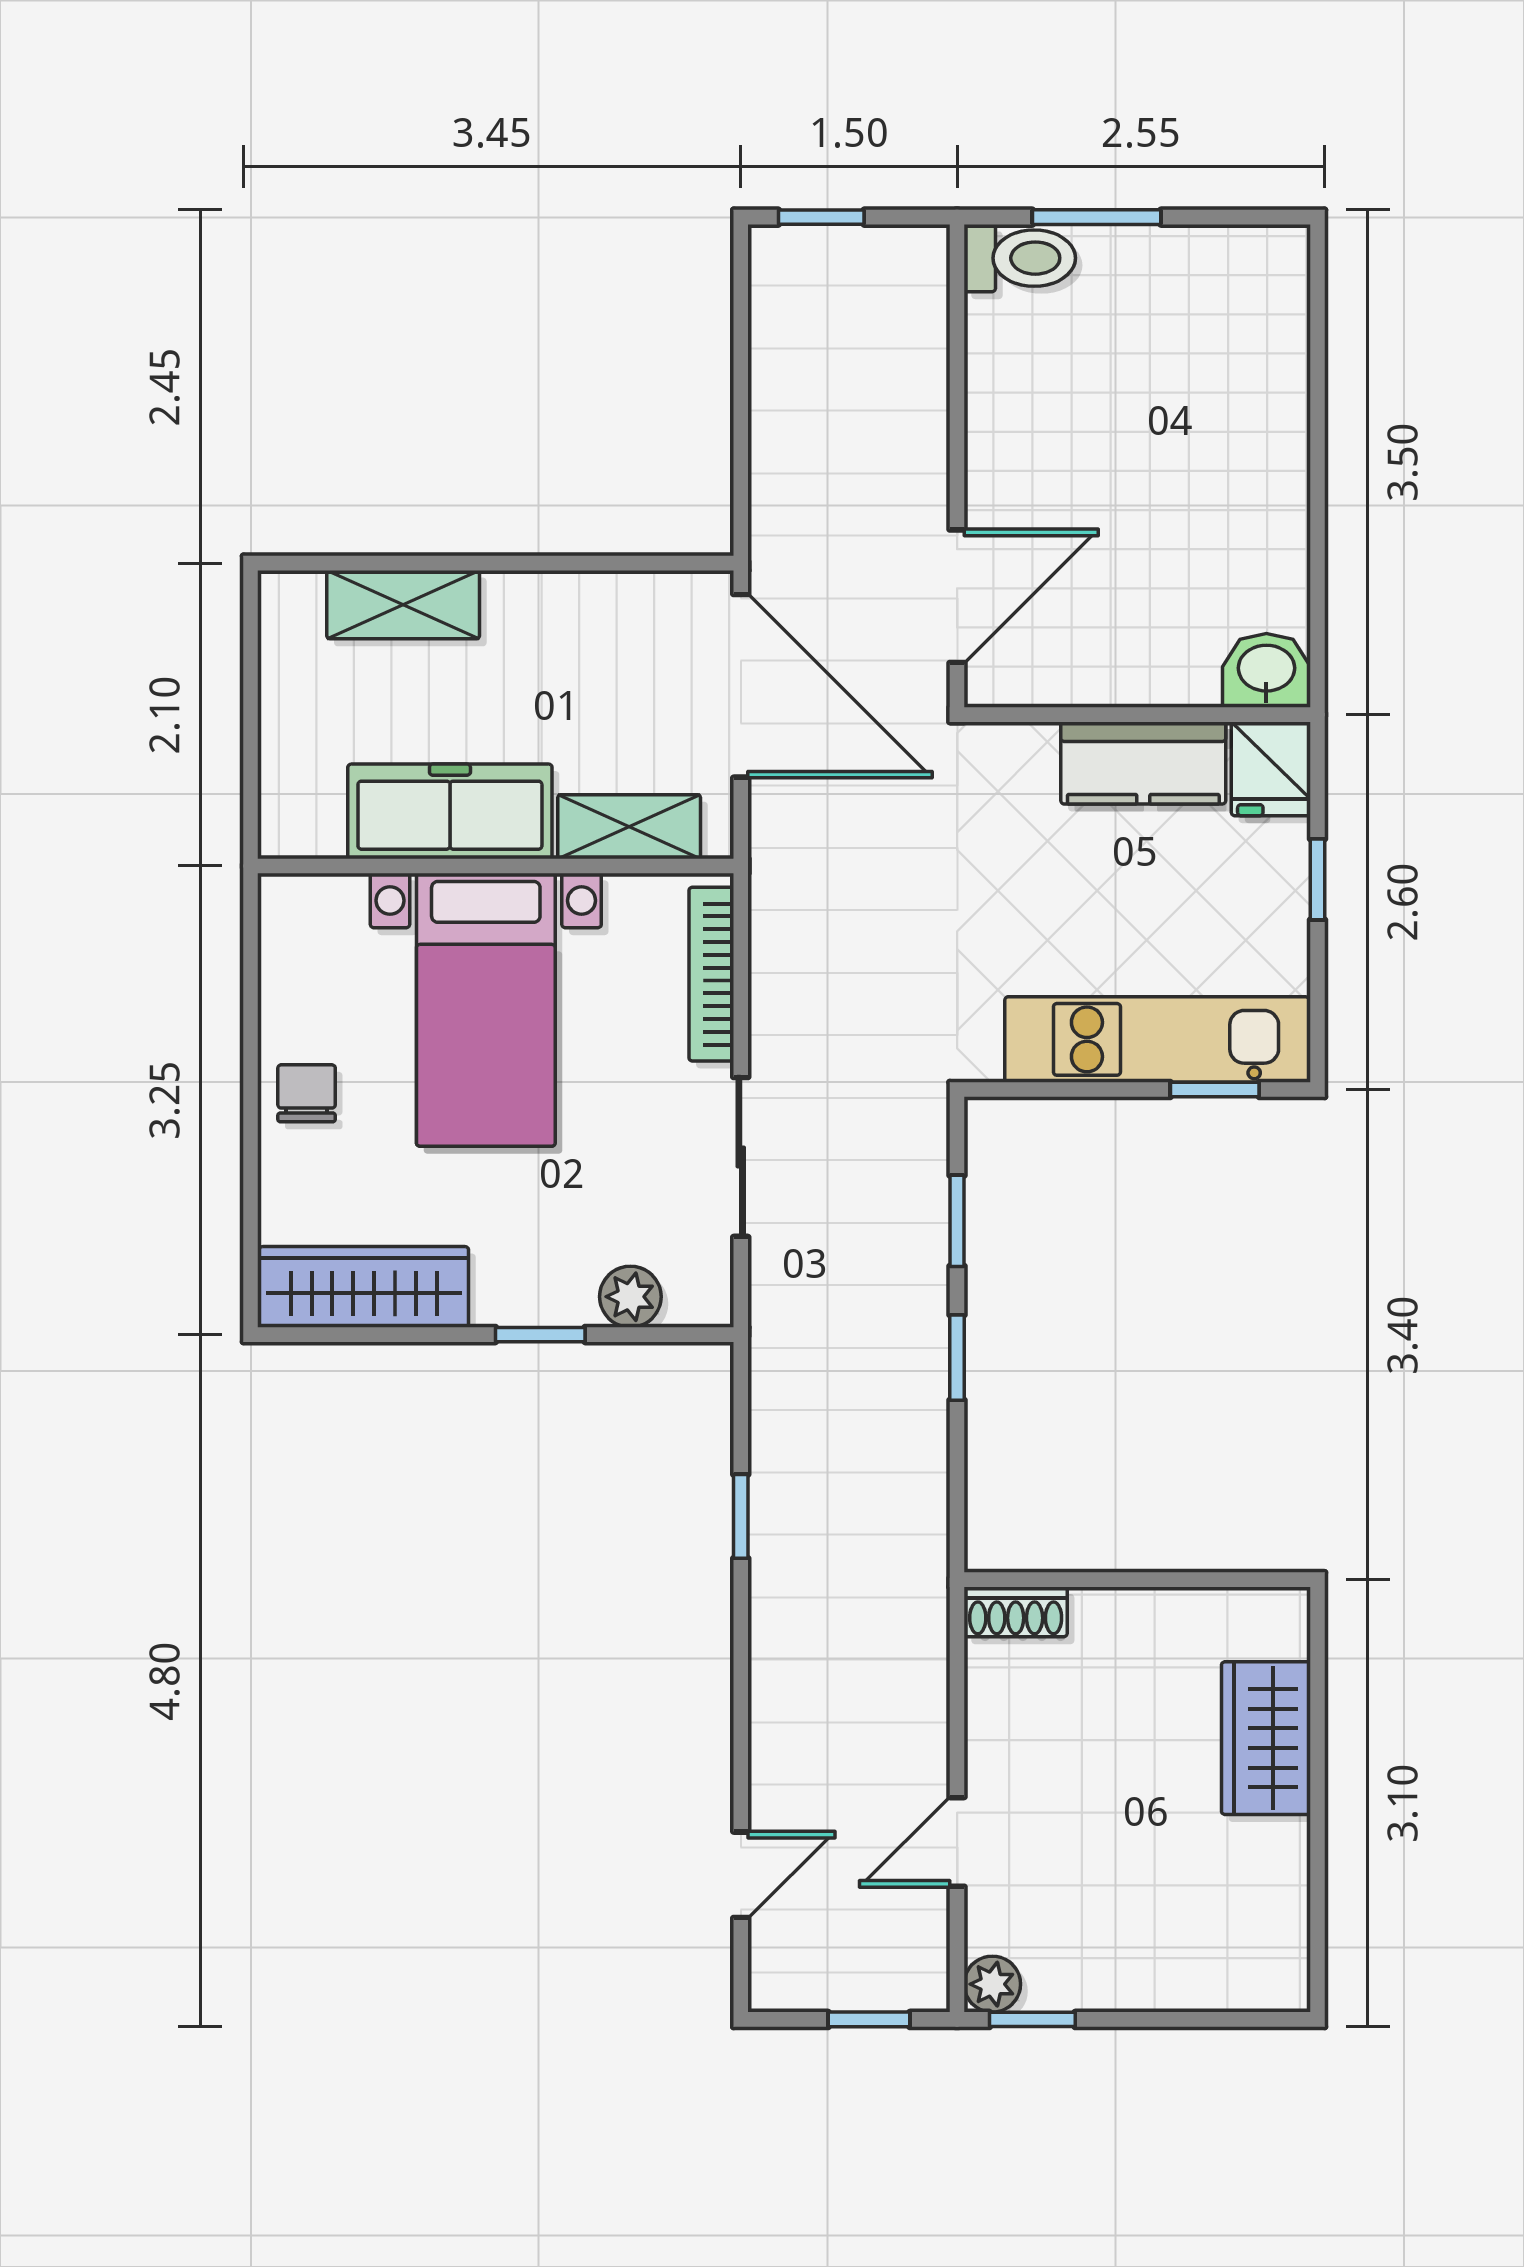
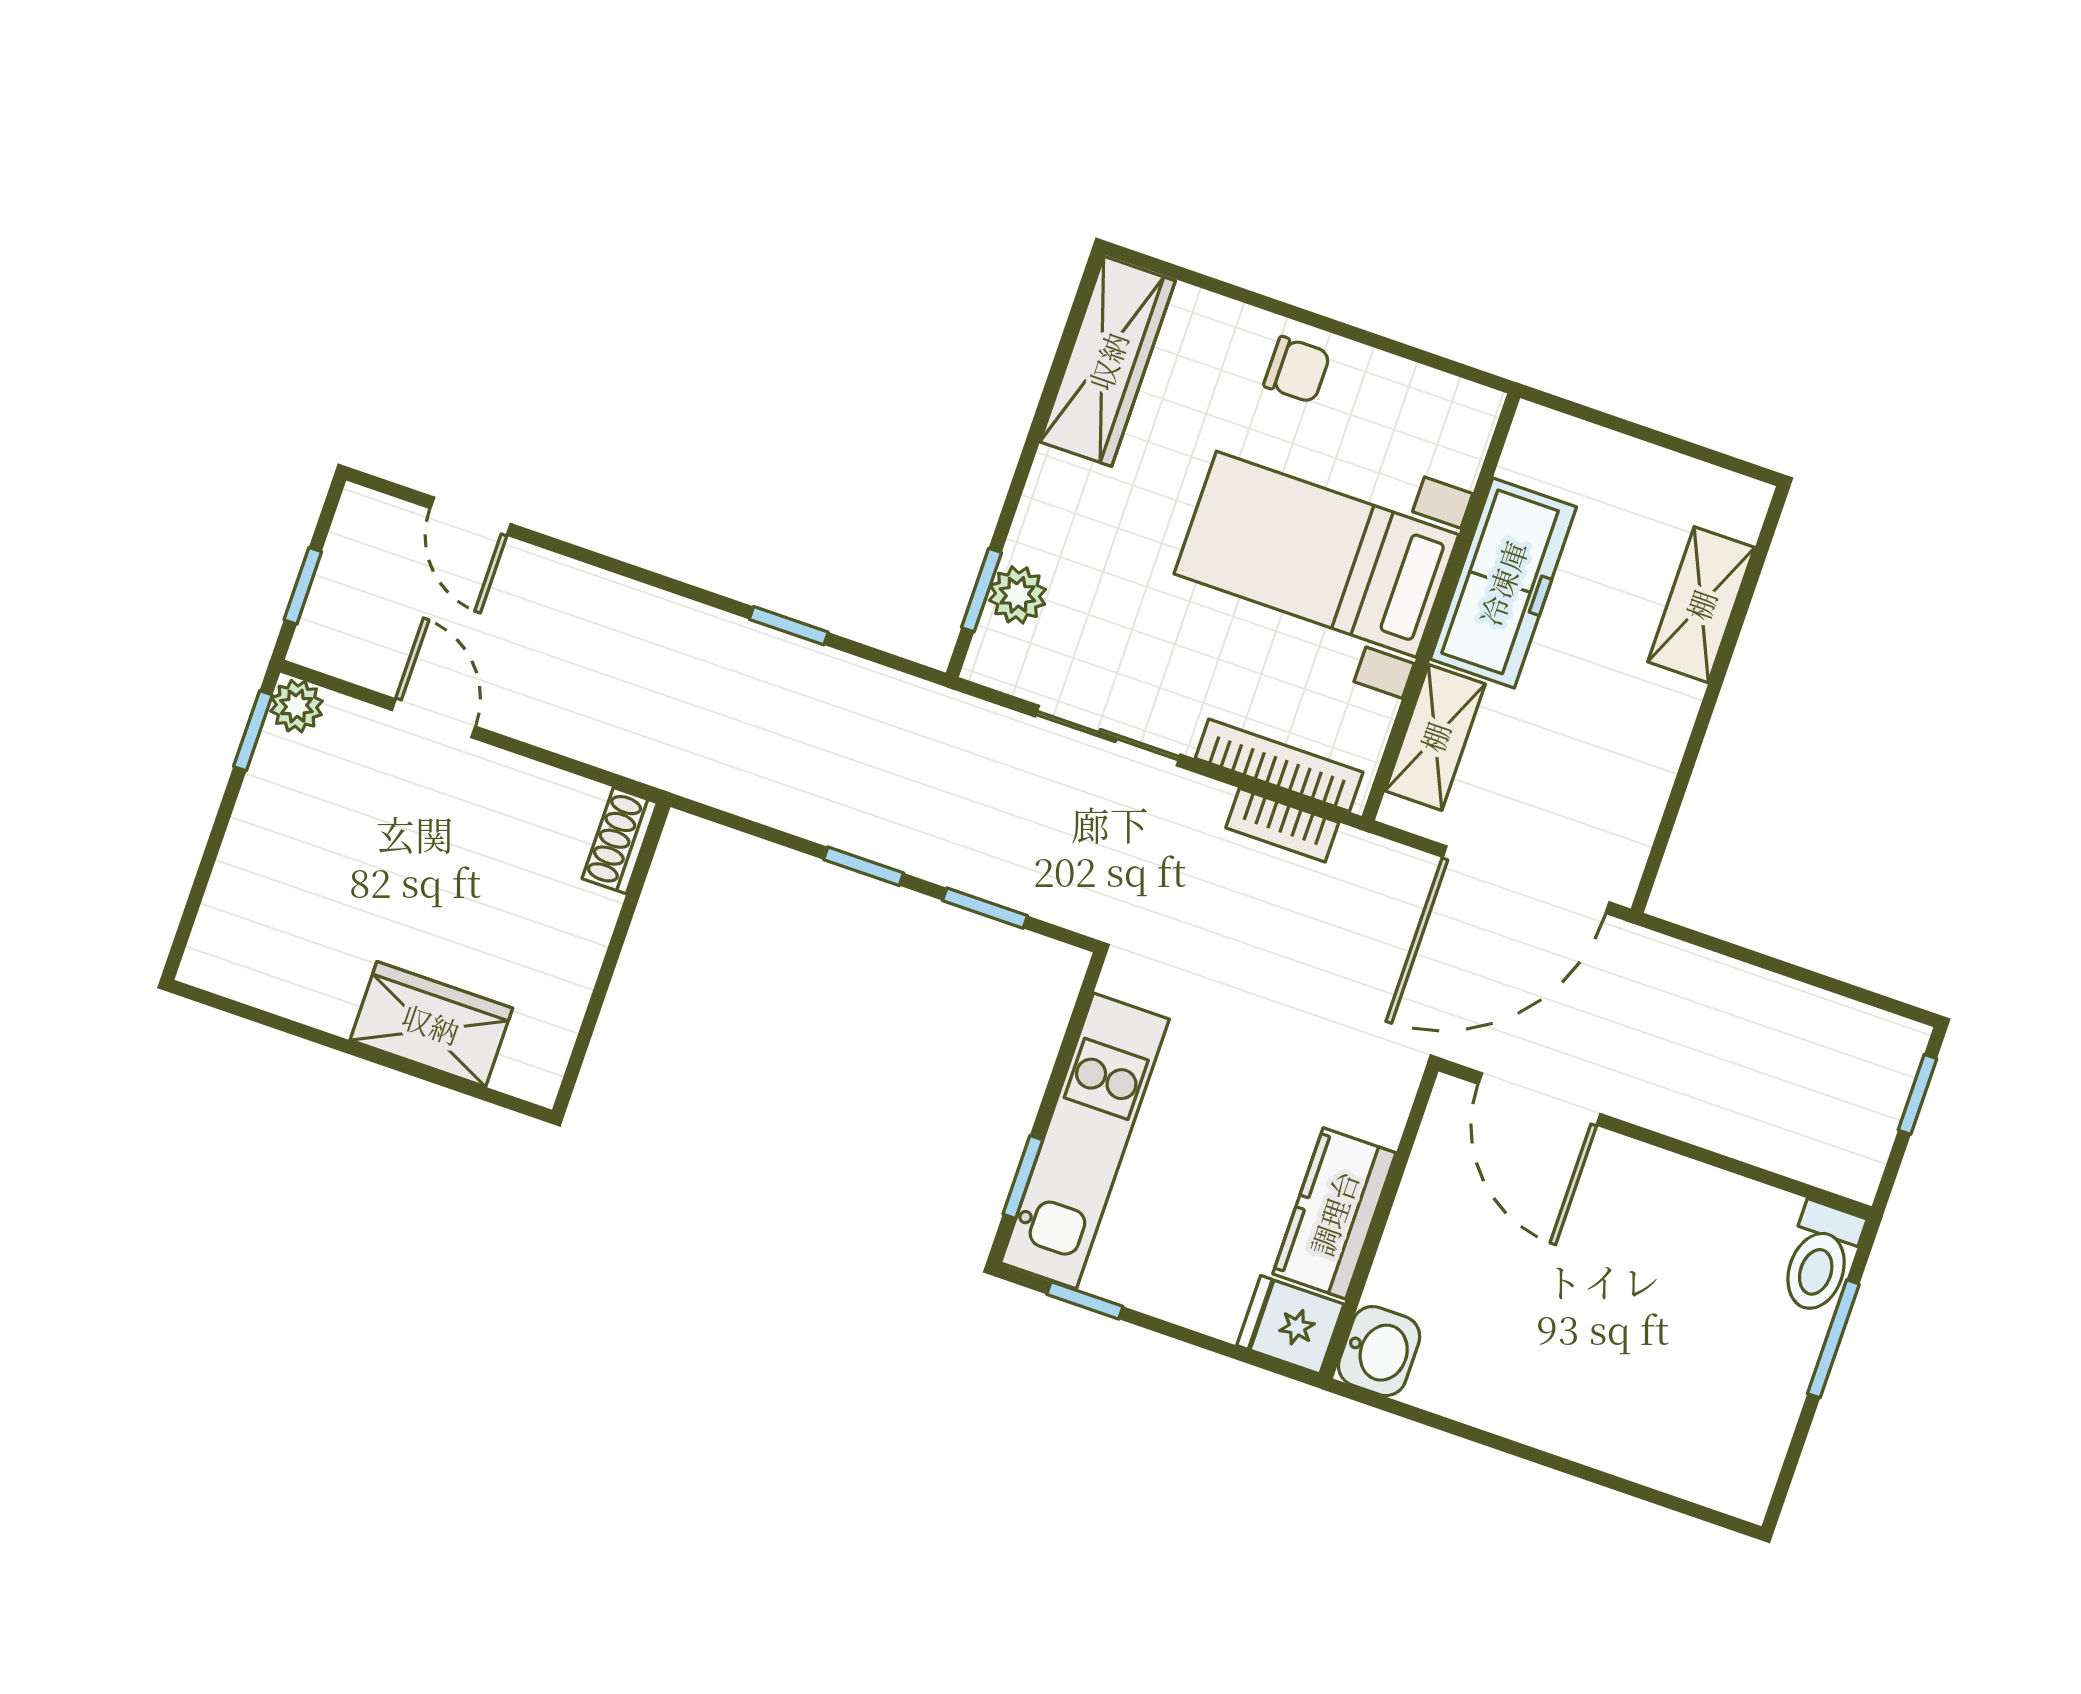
window: (1317, 879) -> (1085, 1300), moved
bookcase: (770, 950) -> (1282, 825), added
window: (540, 1335) -> (981, 590), moved

